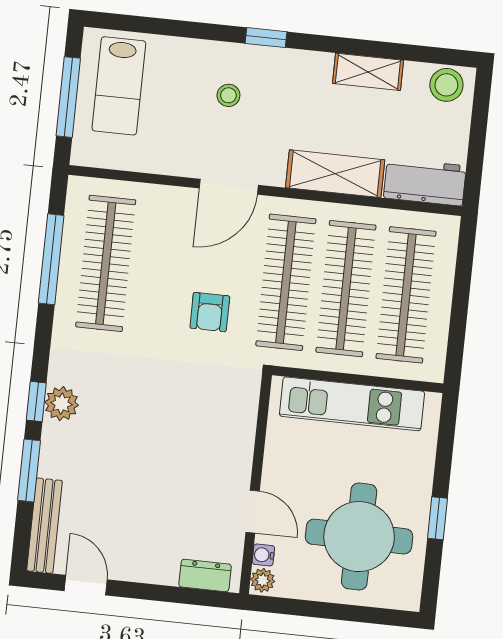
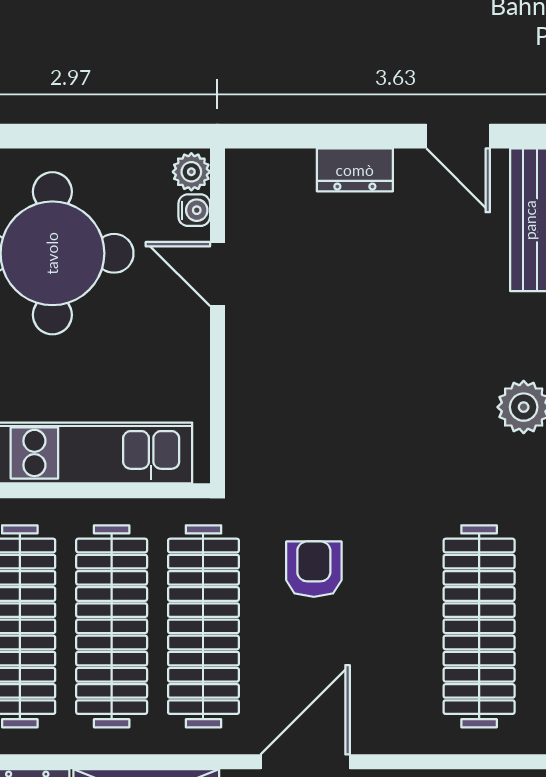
dresser: (205, 575) -> (355, 170), moved

